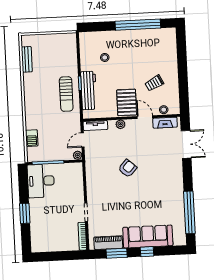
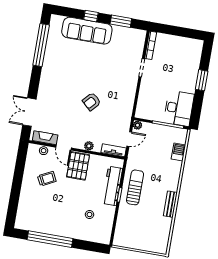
bench: (27, 59) -> (170, 204), moved
piano: (108, 243) -> (127, 33), removed

